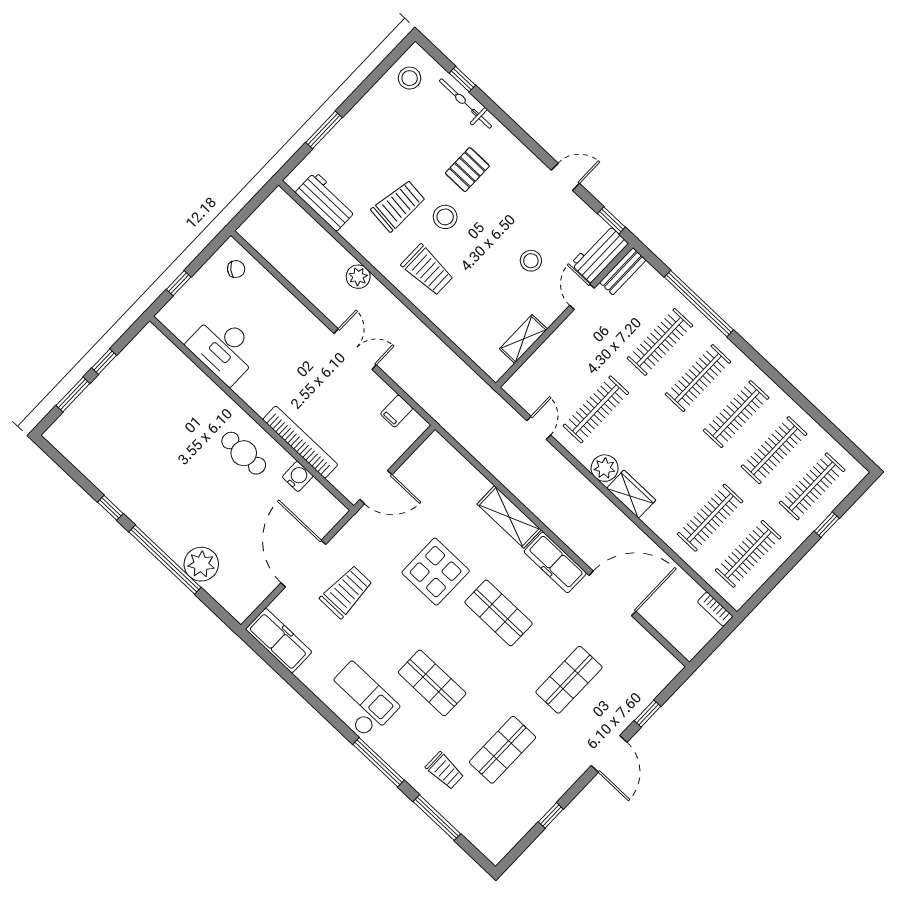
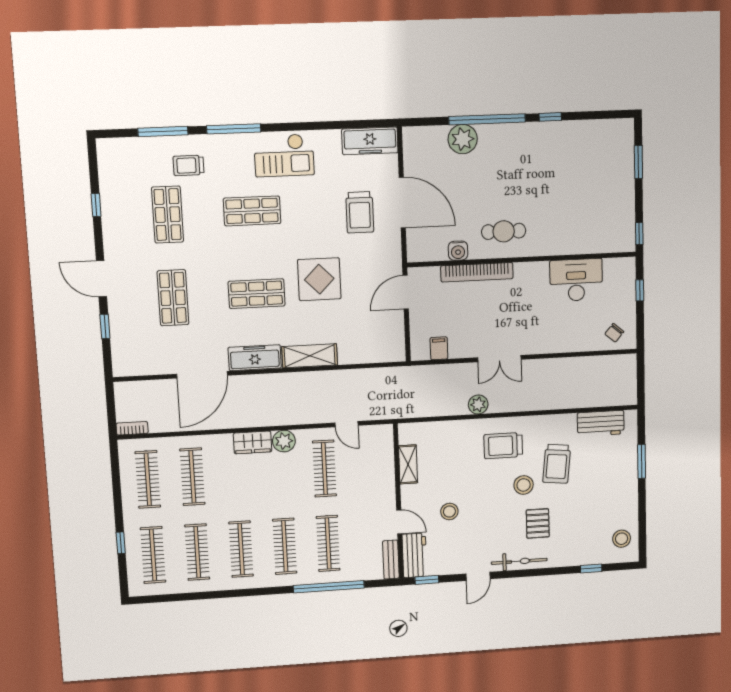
bicycle: (465, 104) -> (519, 561), moved
plant: (358, 277) -> (478, 405), moved
window: (104, 362) -> (639, 234), moved

